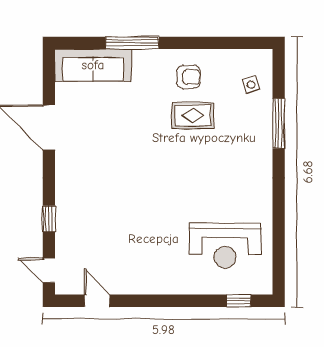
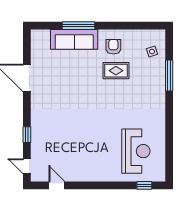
sofa: (93, 65) -> (74, 39), moved
armchair: (189, 77) -> (113, 47), turned -90
reception desk: (225, 246) -> (136, 151), turned -90

